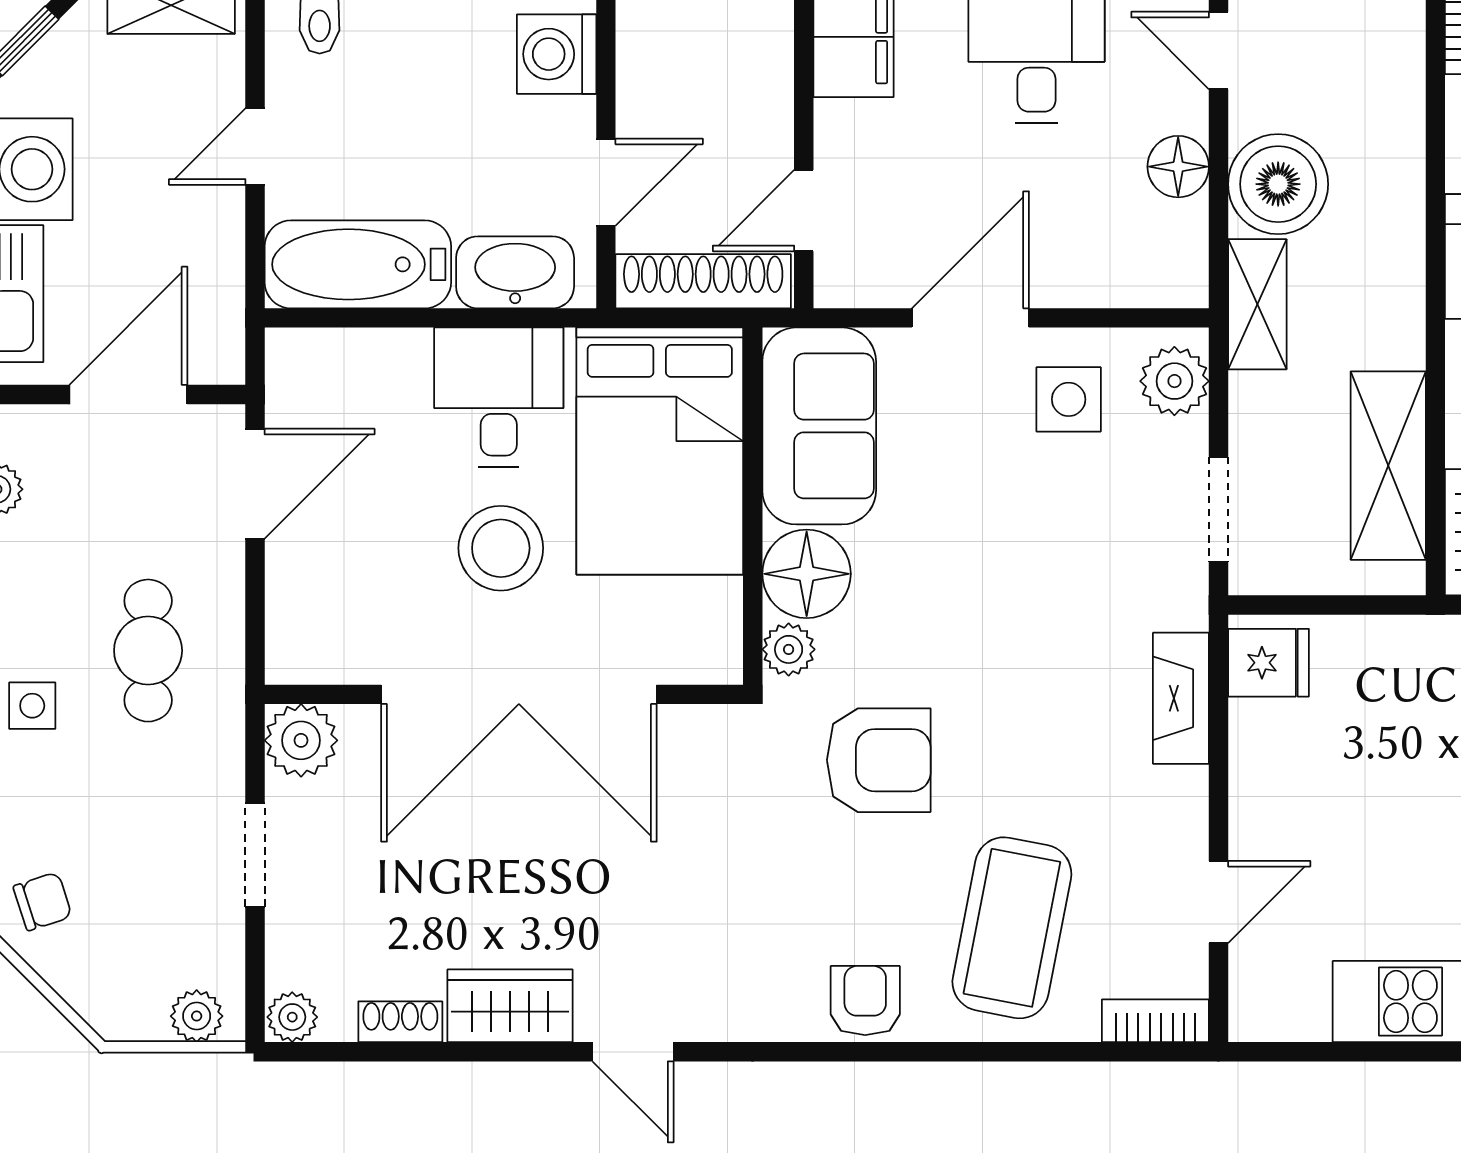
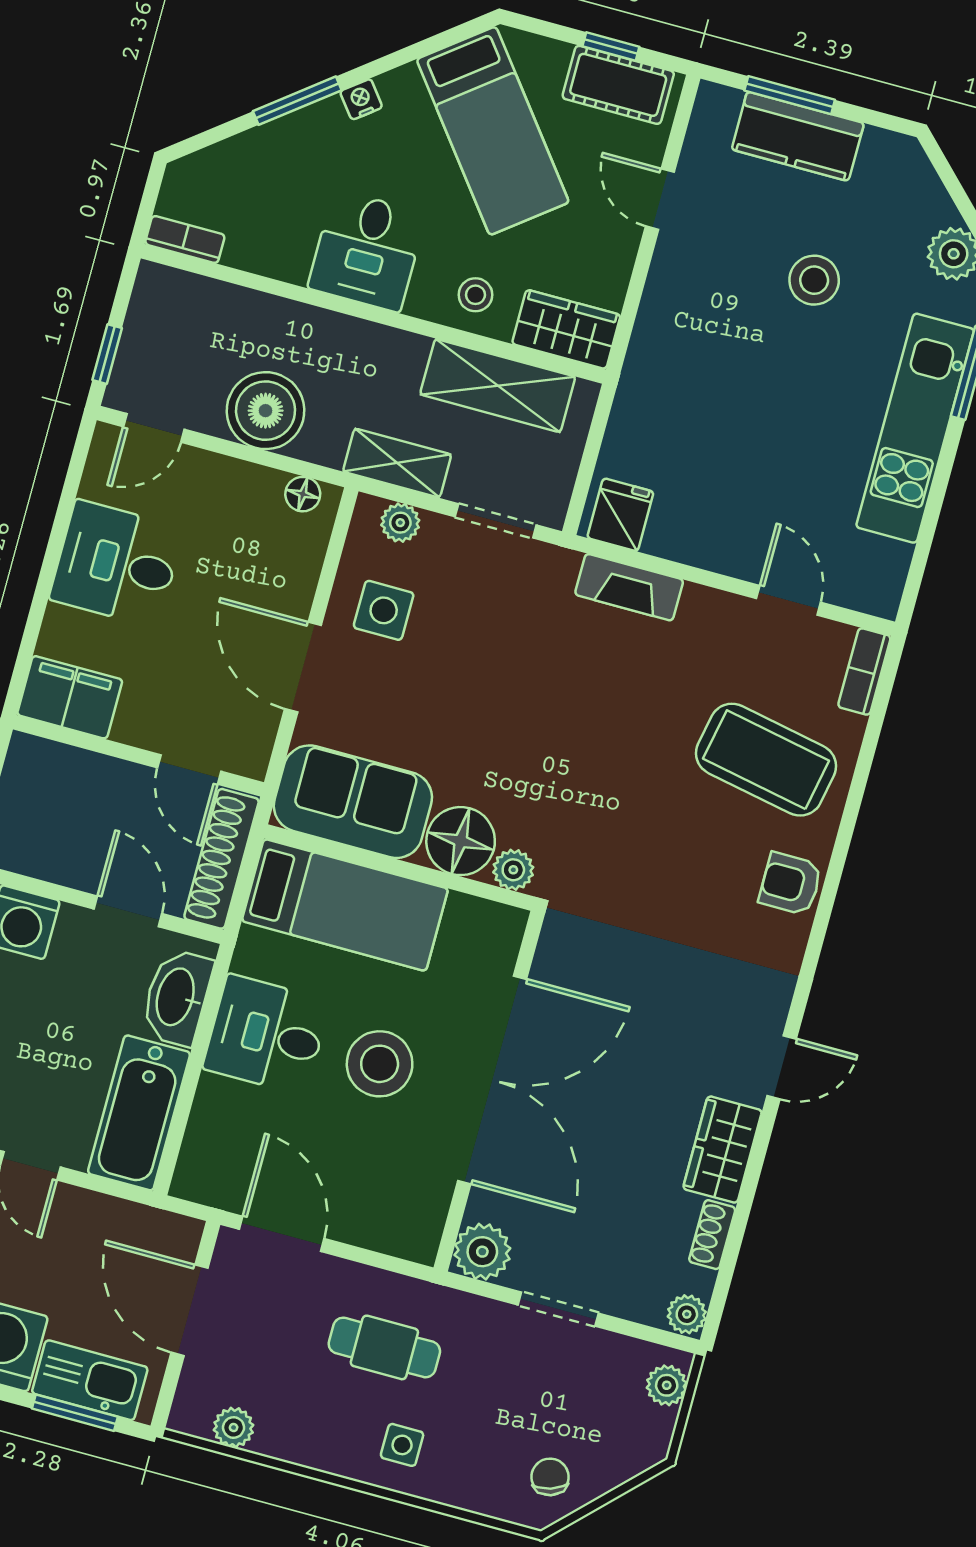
floor lamp: (1178, 167) -> (303, 494), moved, width x0.73, depth x0.73
shelving: (1257, 304) -> (397, 463), moved
plant: (1174, 381) -> (400, 523), width x0.73, depth x0.73
bed: (660, 451) -> (345, 905), width x0.67
armchair: (879, 760) -> (614, 825), removed

